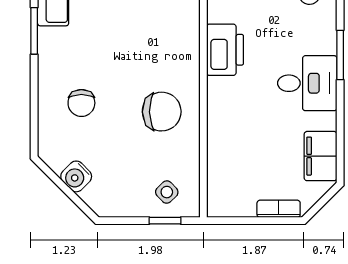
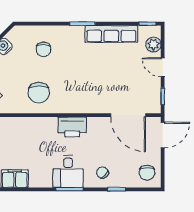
desk: (307, 83) -> (68, 171), moved
chair: (81, 103) -> (43, 49), turned -90

